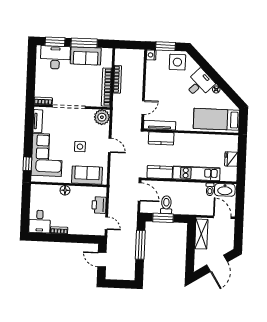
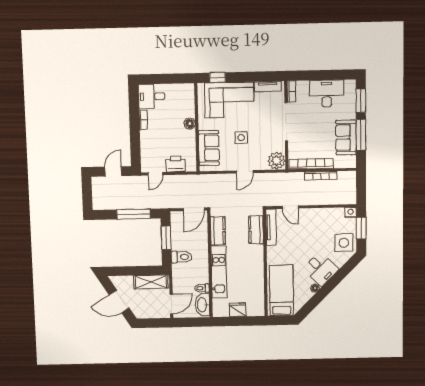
desk: (55, 57) -> (327, 94), moved, turned -90
toilet: (166, 205) -> (182, 257), moved

